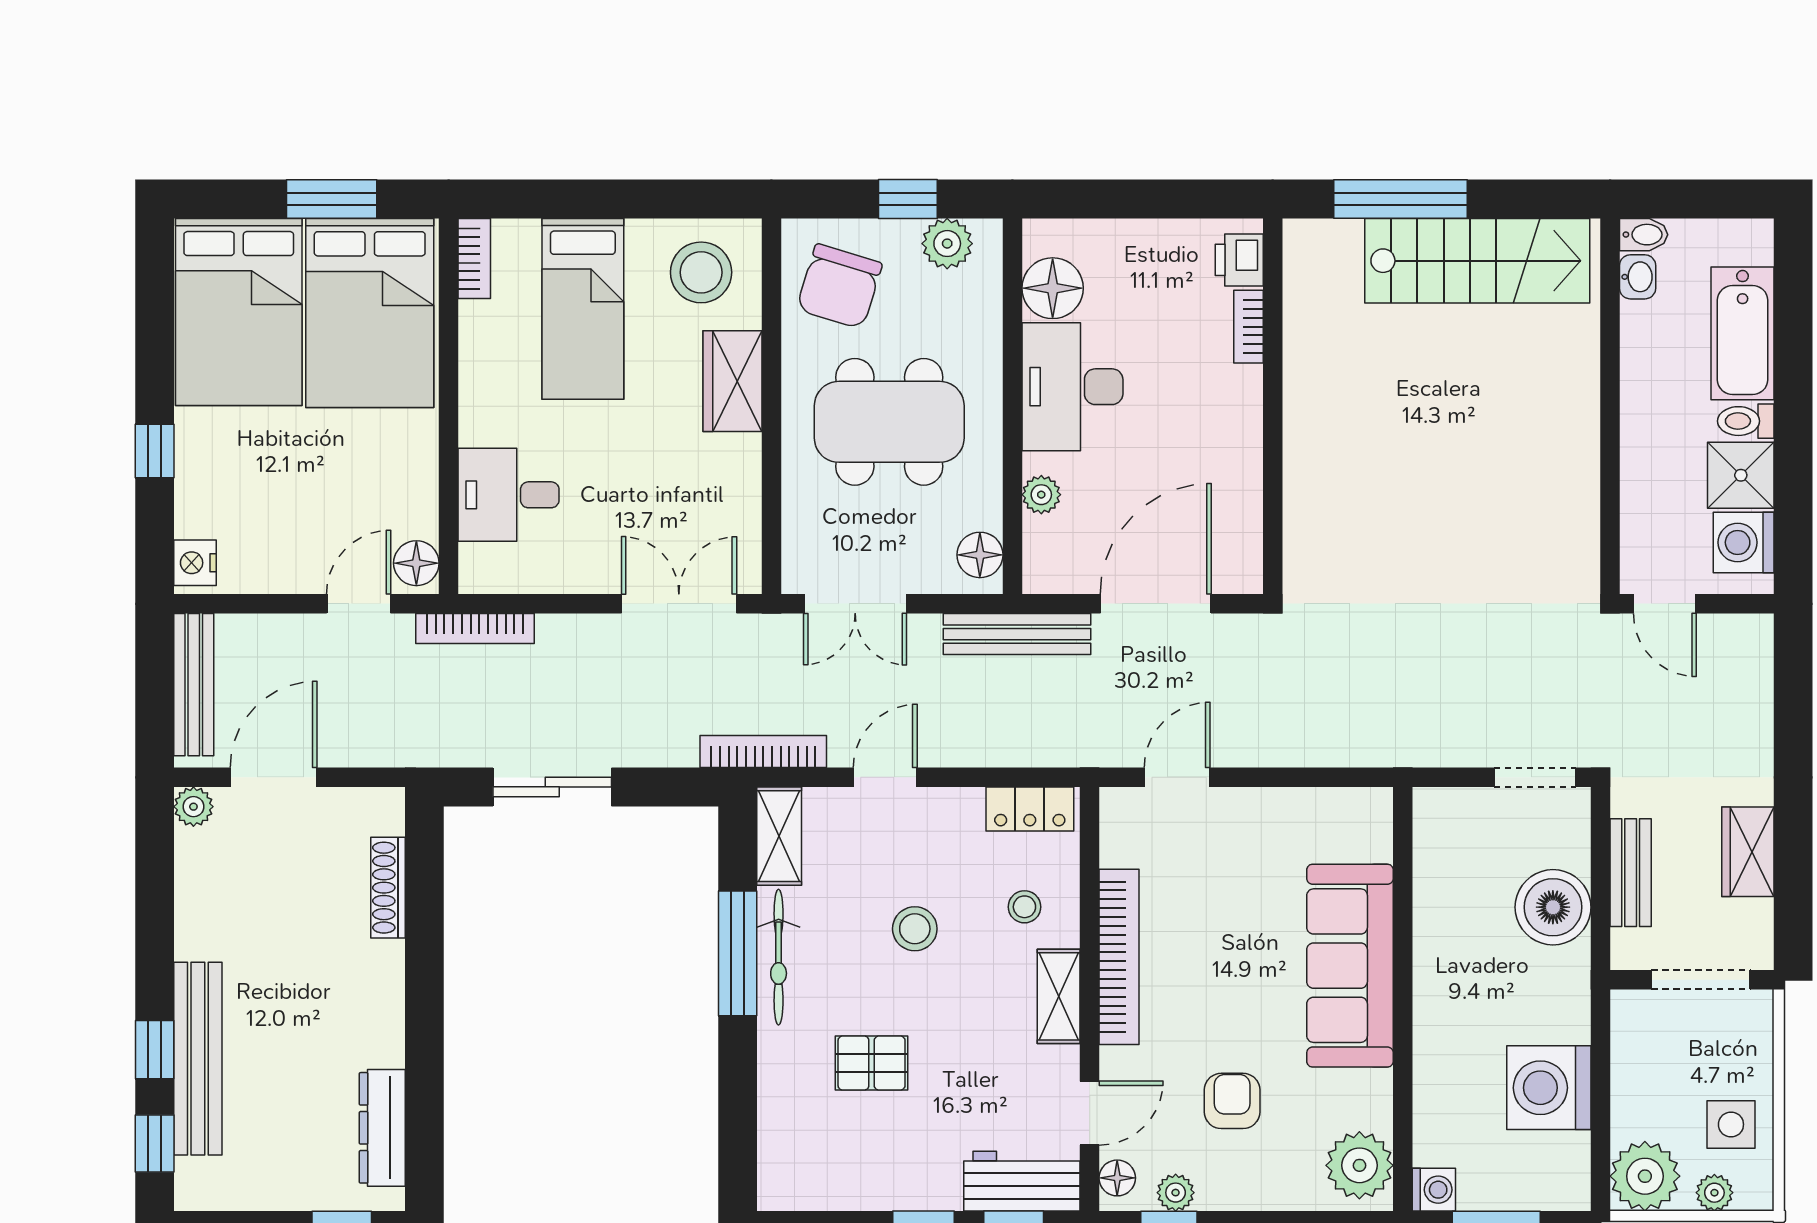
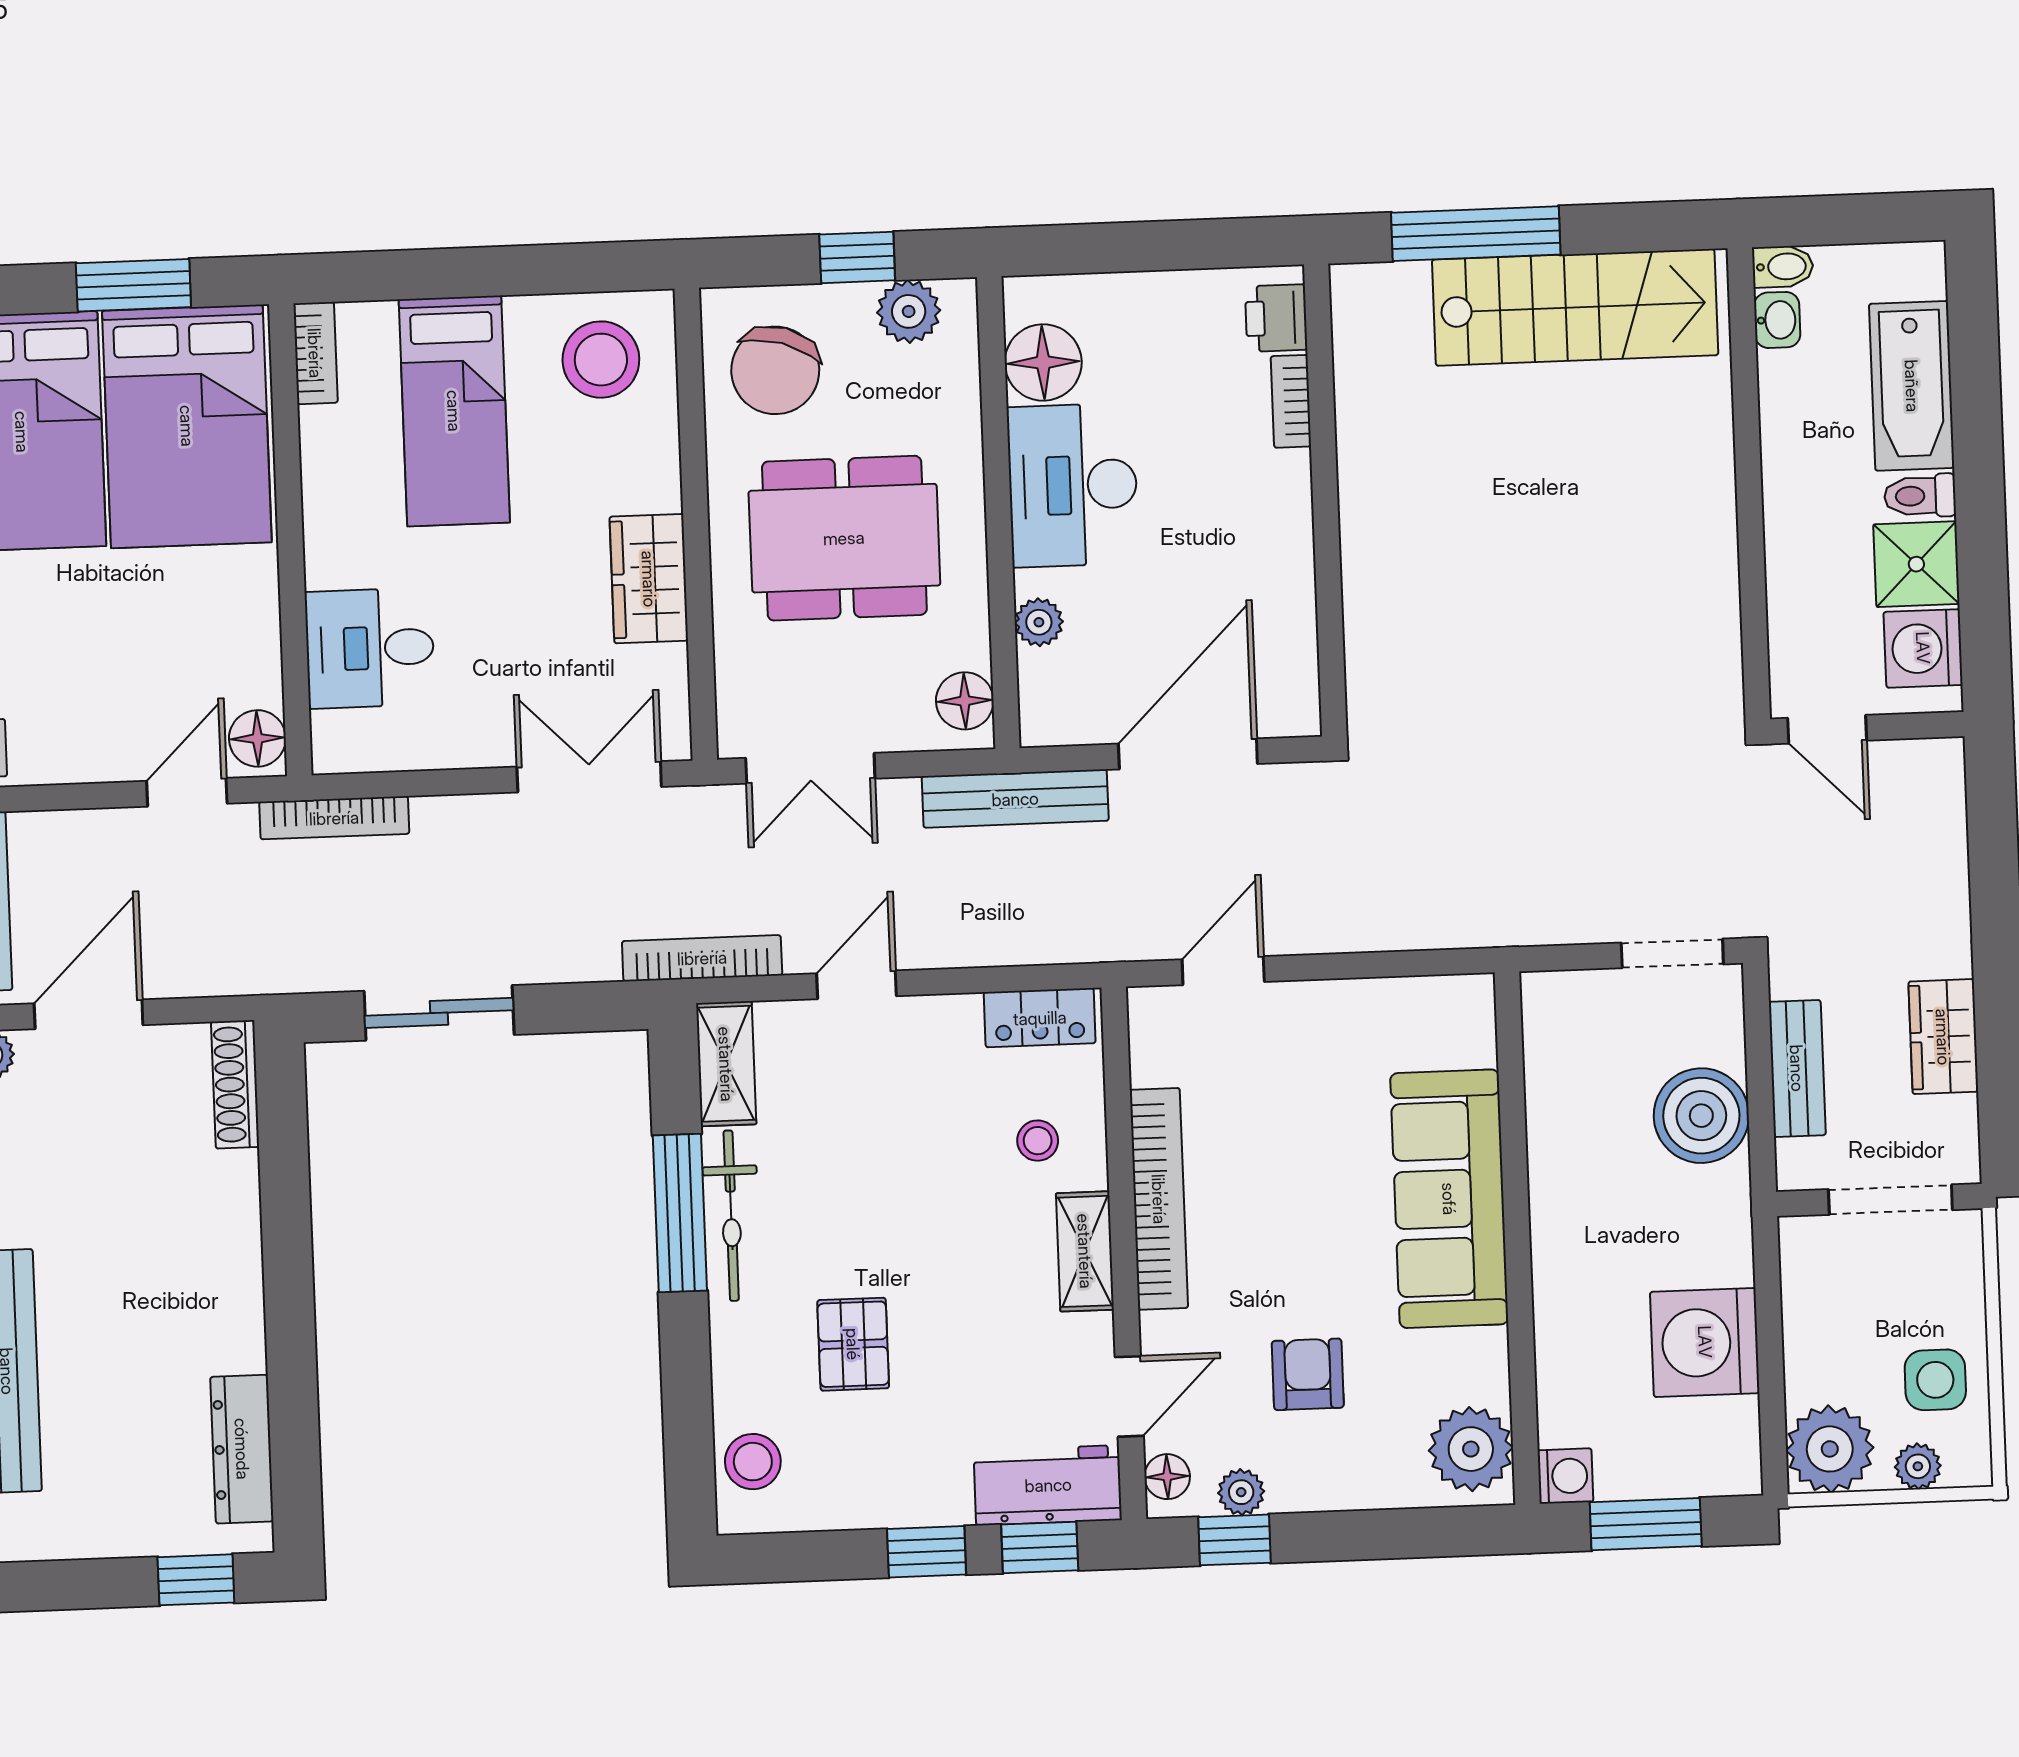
wardrobe: (732, 381) -> (649, 579), moved
shoe rack: (388, 888) -> (235, 1084), moved
stool: (915, 929) -> (753, 1462), moved
pallet: (872, 1063) -> (853, 1344), turned 90

